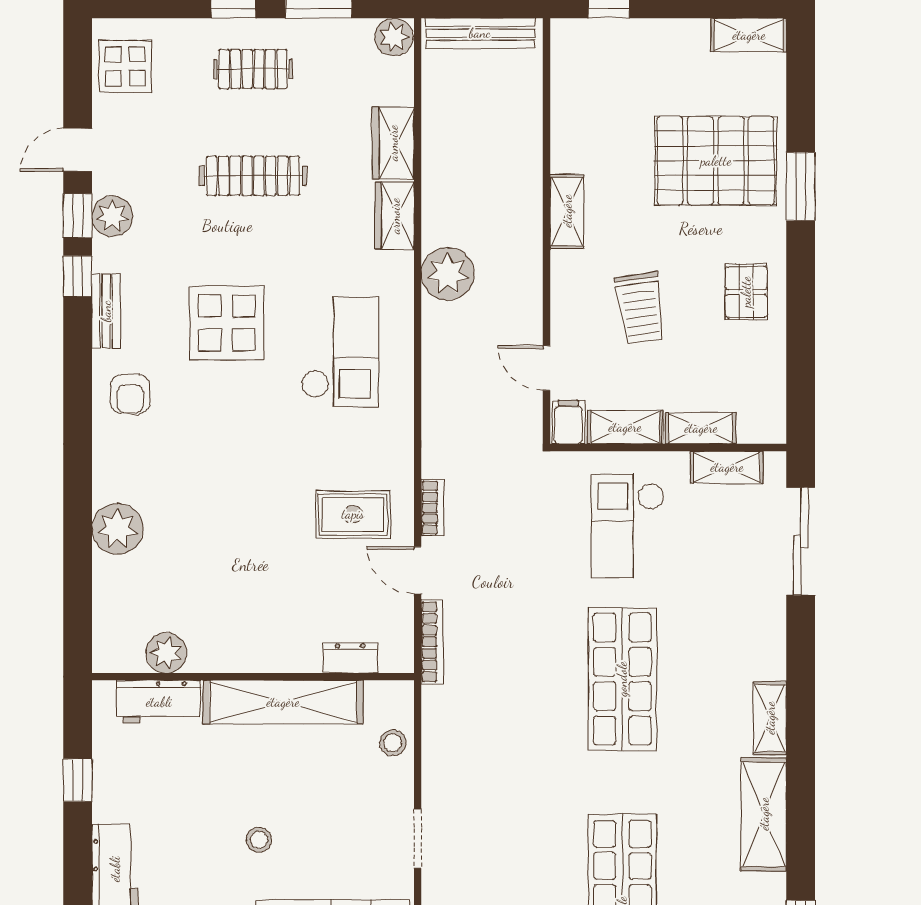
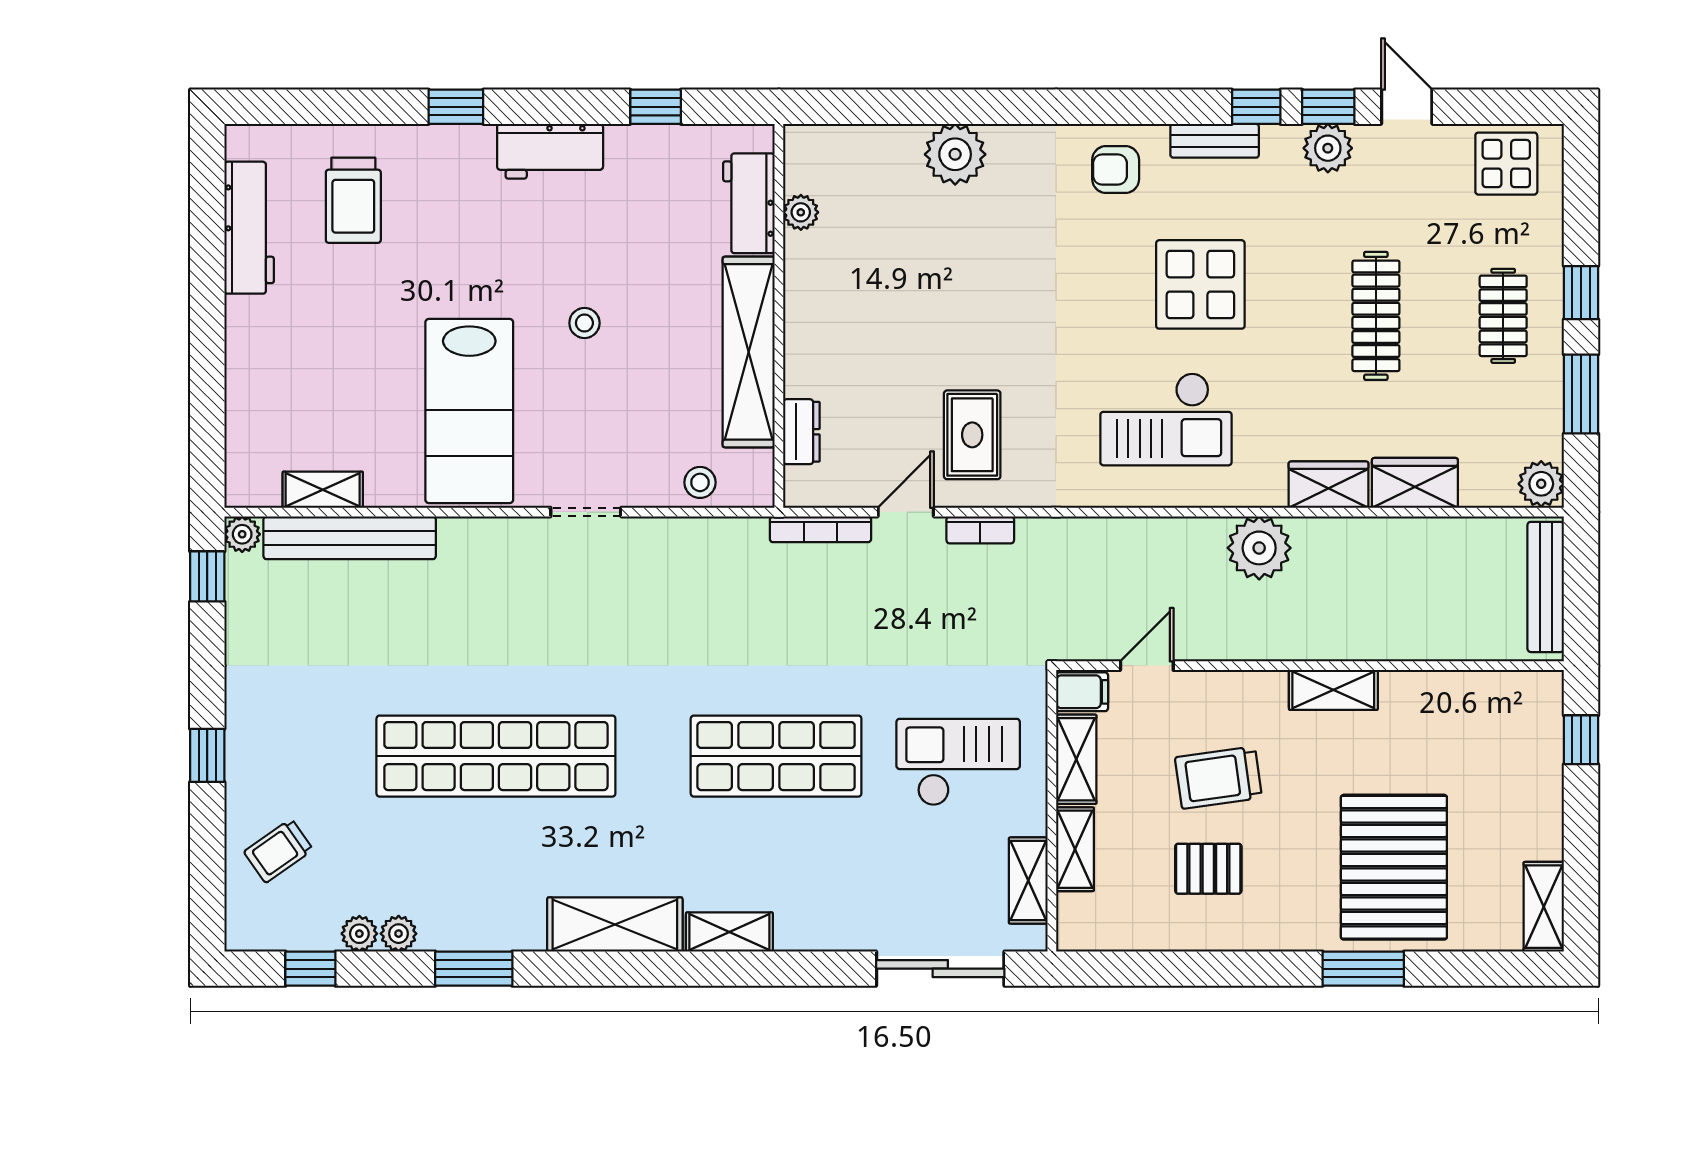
pallet: (746, 292) -> (1208, 869), moved
plant: (166, 653) -> (801, 212), width x0.73, depth x0.73

